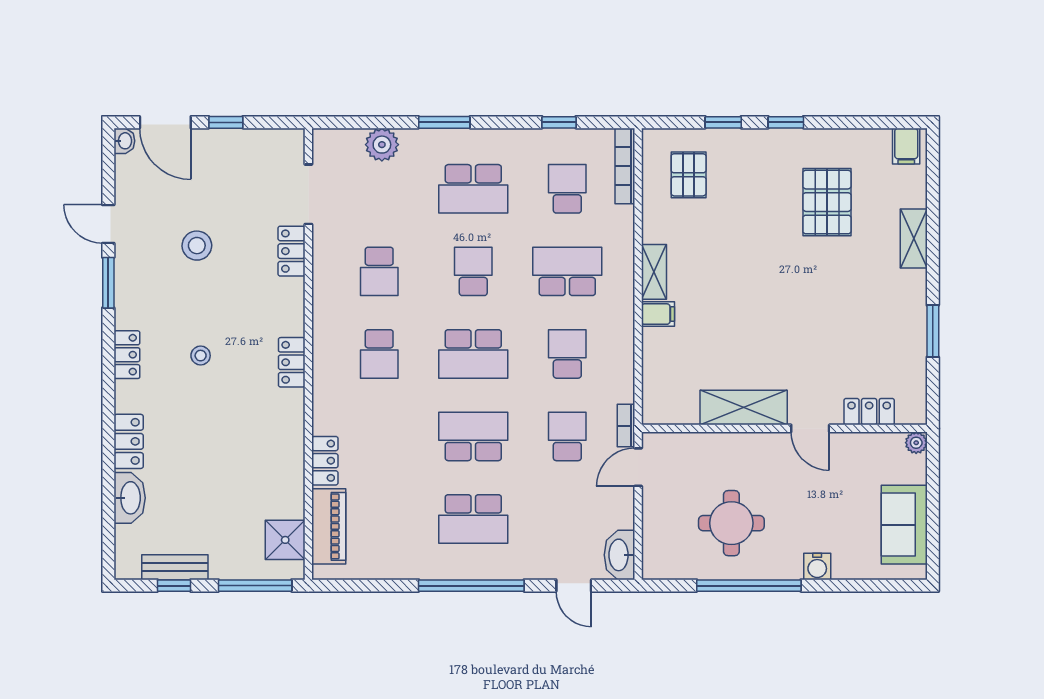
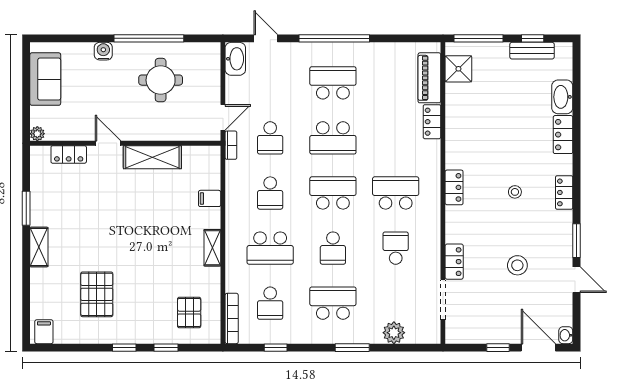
shelving: (914, 238) -> (39, 247), moved
filing cabinet: (658, 314) -> (210, 198), moved
school desk: (379, 354) -> (396, 193), width x1.85

